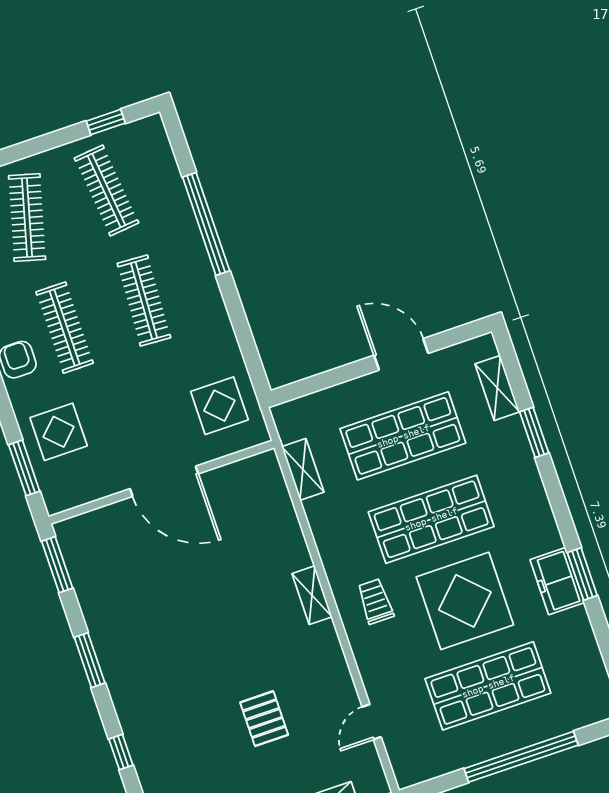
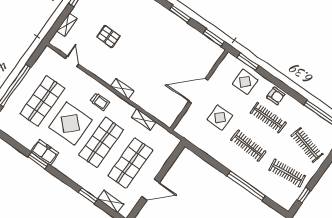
display table: (219, 406) -> (220, 117), moved
shelving: (303, 469) -> (144, 120), moved

